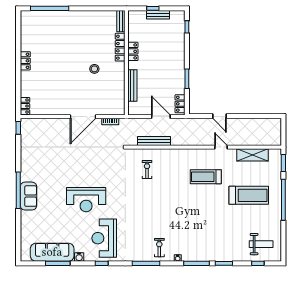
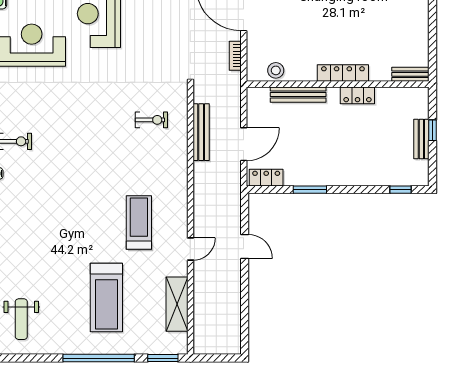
locker: (120, 47) -> (343, 73), moved
stool: (94, 69) -> (276, 70), moved
door: (219, 116) -> (245, 246), swing flipped

